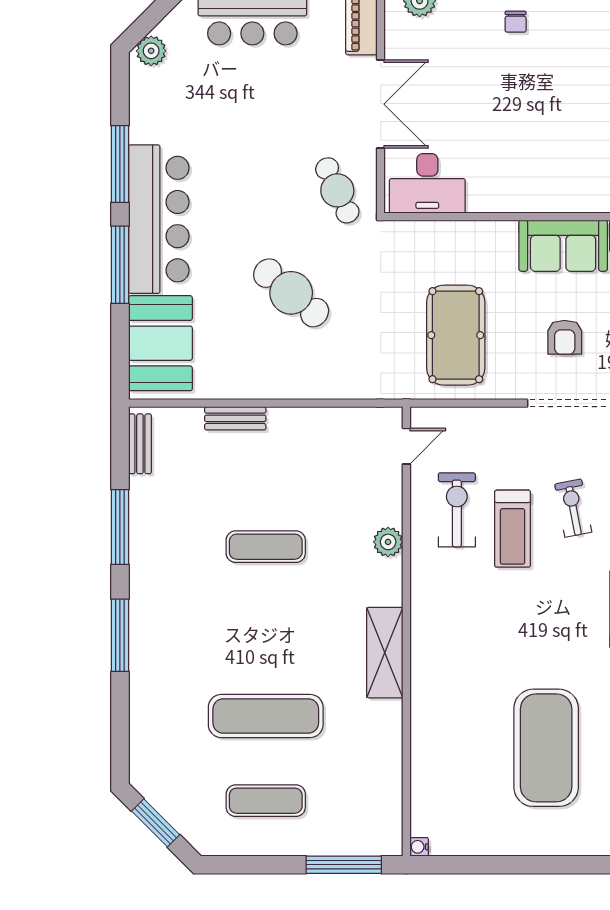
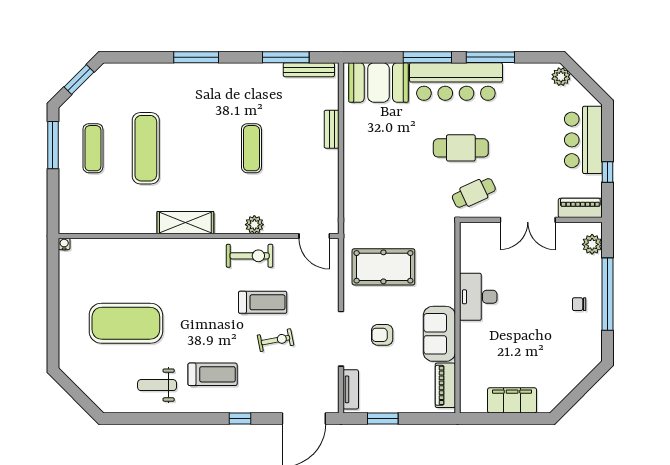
desk: (427, 183) -> (478, 297), moved
cafe table: (291, 293) -> (461, 148), moved, turned 50
bench: (140, 444) -> (309, 70), width x1.36
door: (406, 446) -> (314, 236), width x1.38
exercise bike: (457, 510) -> (250, 256), moved
window: (120, 527) -> (286, 57), moved
treadmill: (513, 529) -> (263, 302), turned 180
window: (344, 865) -> (53, 145), moved

